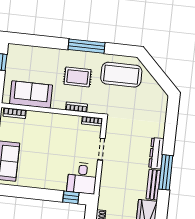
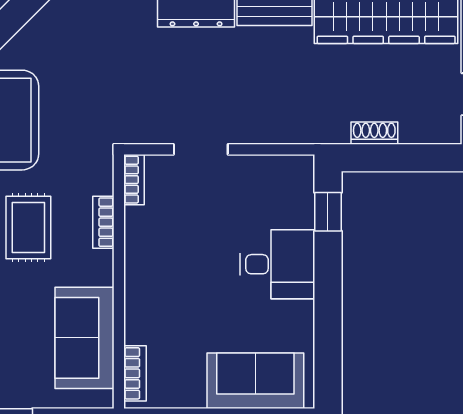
desk: (82, 178) -> (277, 264), moved

